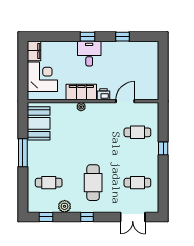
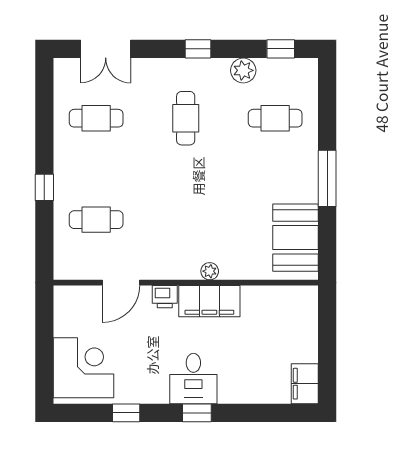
corner desk: (42, 77) -> (83, 368), moved, turned 180
cafe table: (93, 183) -> (186, 118), width x0.73, depth x0.74
double door: (133, 217) -> (106, 49), swing flipped

